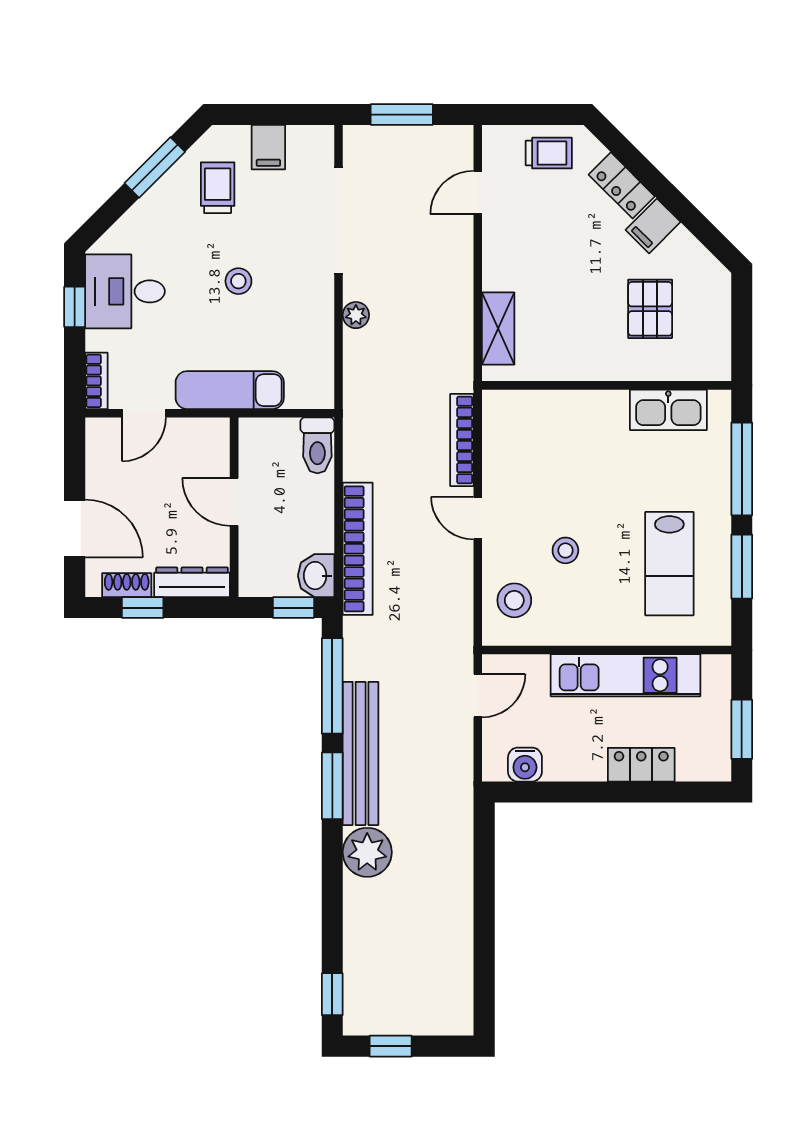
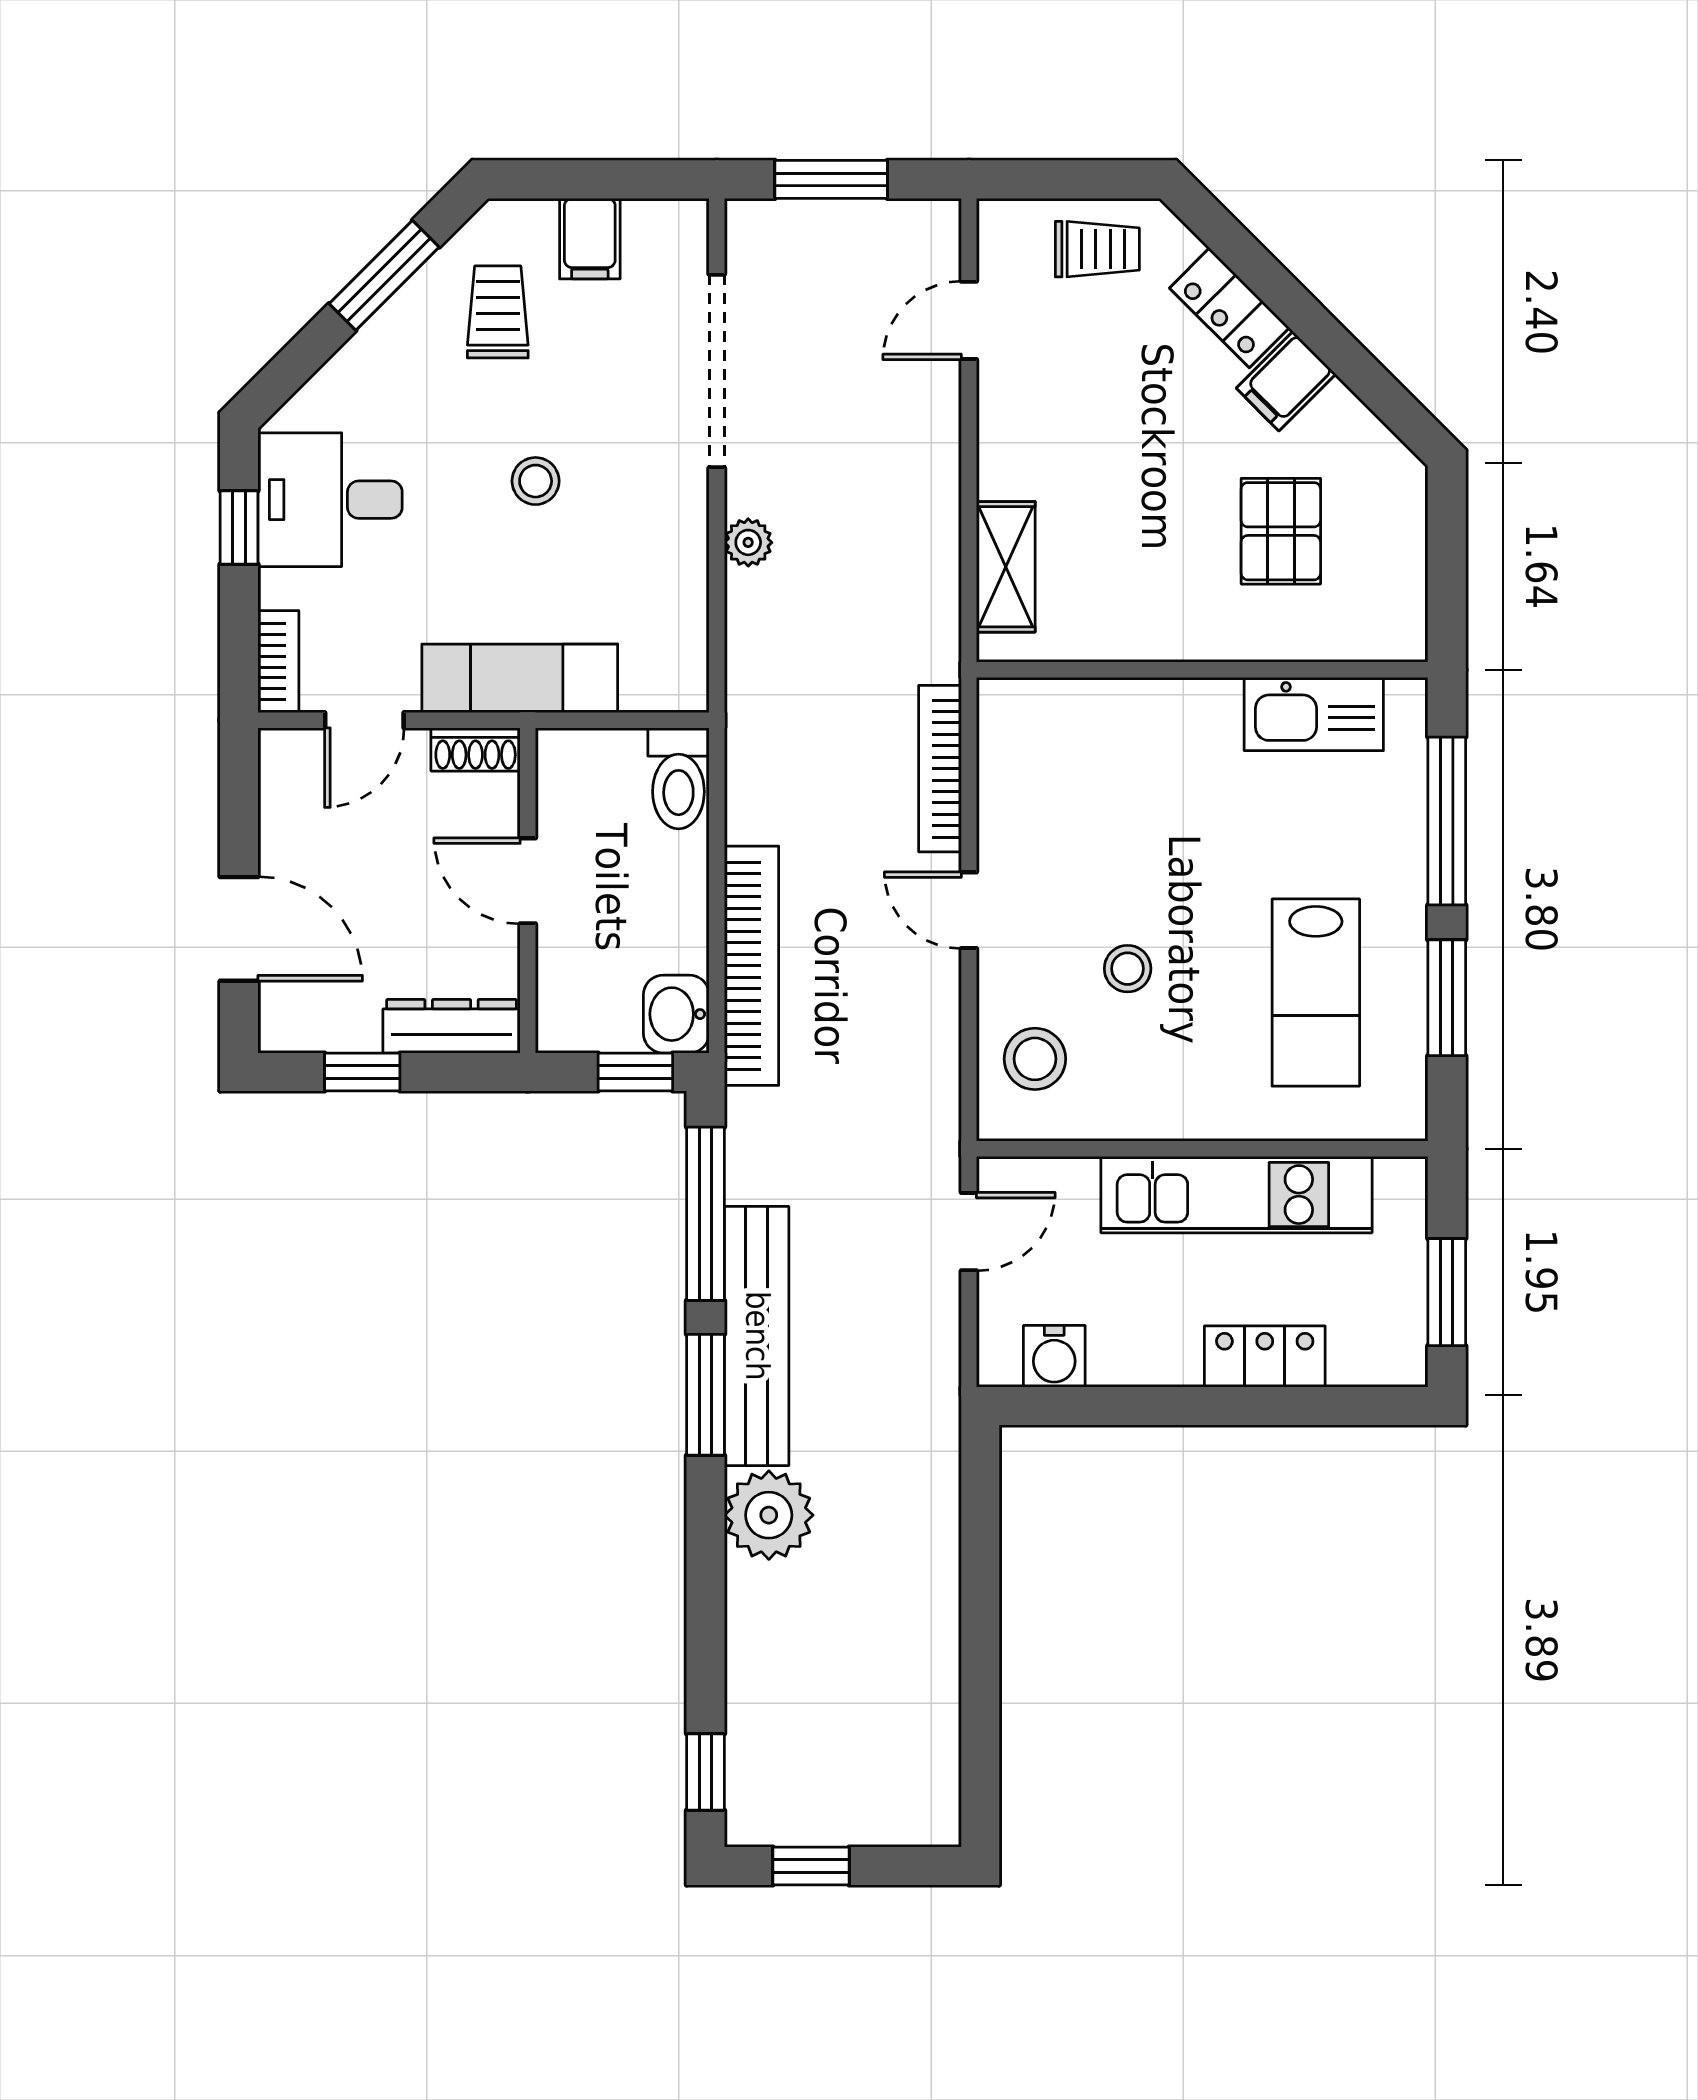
shoe rack: (127, 585) -> (476, 749), moved, turned 180

